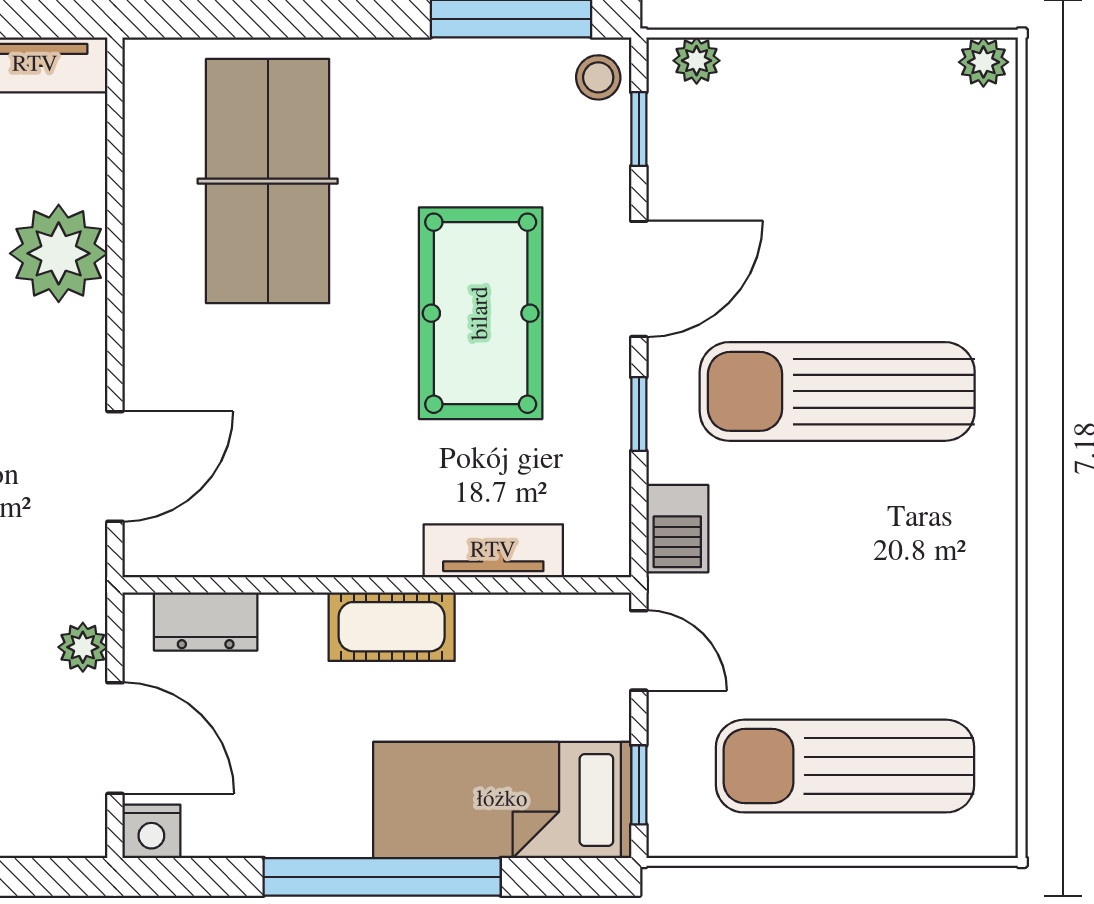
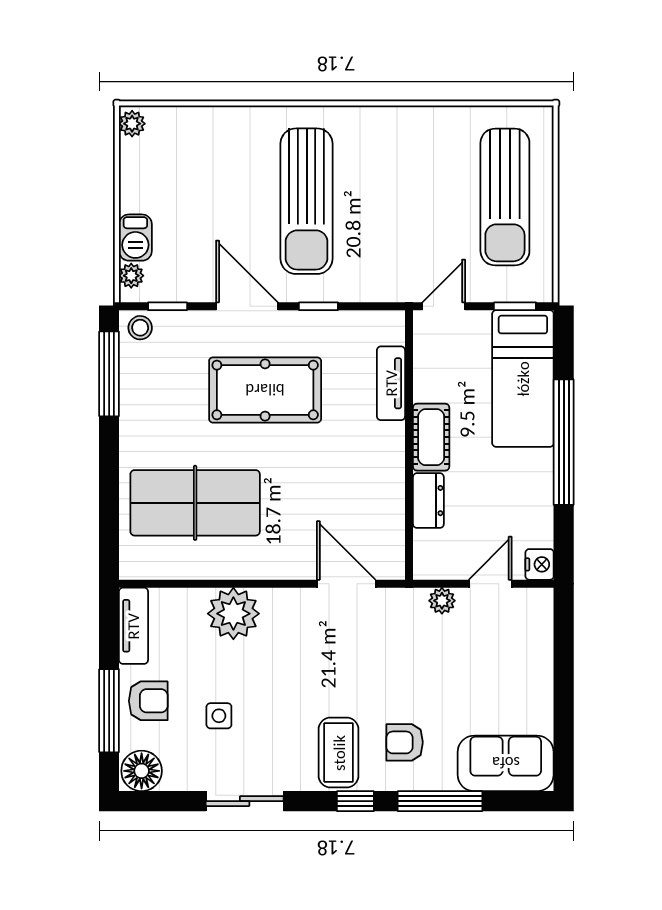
barbecue: (677, 529) -> (135, 238), moved, turned 90
dresser: (206, 621) -> (428, 501), moved
door: (115, 738) -> (490, 584), width x0.73

